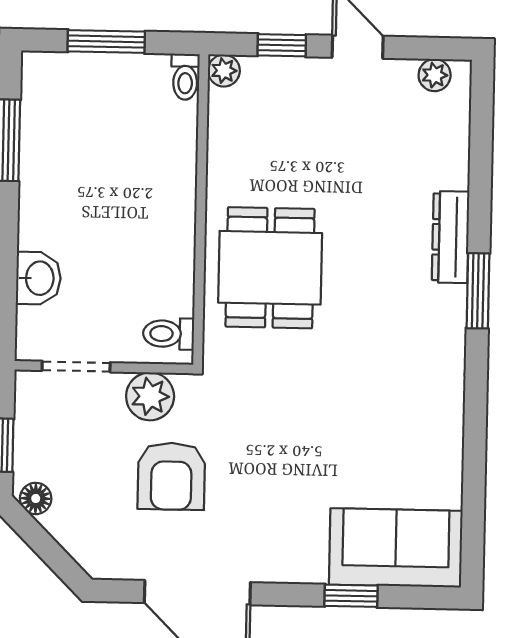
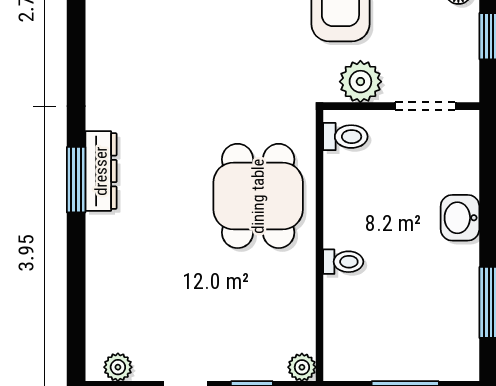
toilet: (185, 77) -> (343, 262), moved, turned 90
dresser: (451, 237) -> (101, 171), moved
washbasin: (38, 278) -> (460, 218), moved

